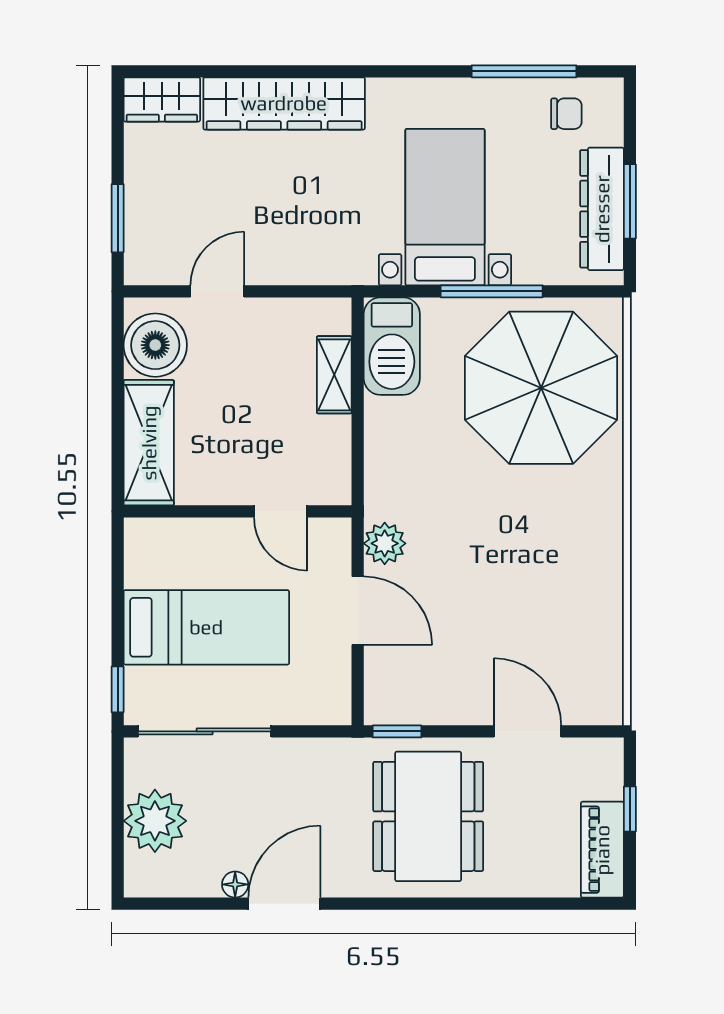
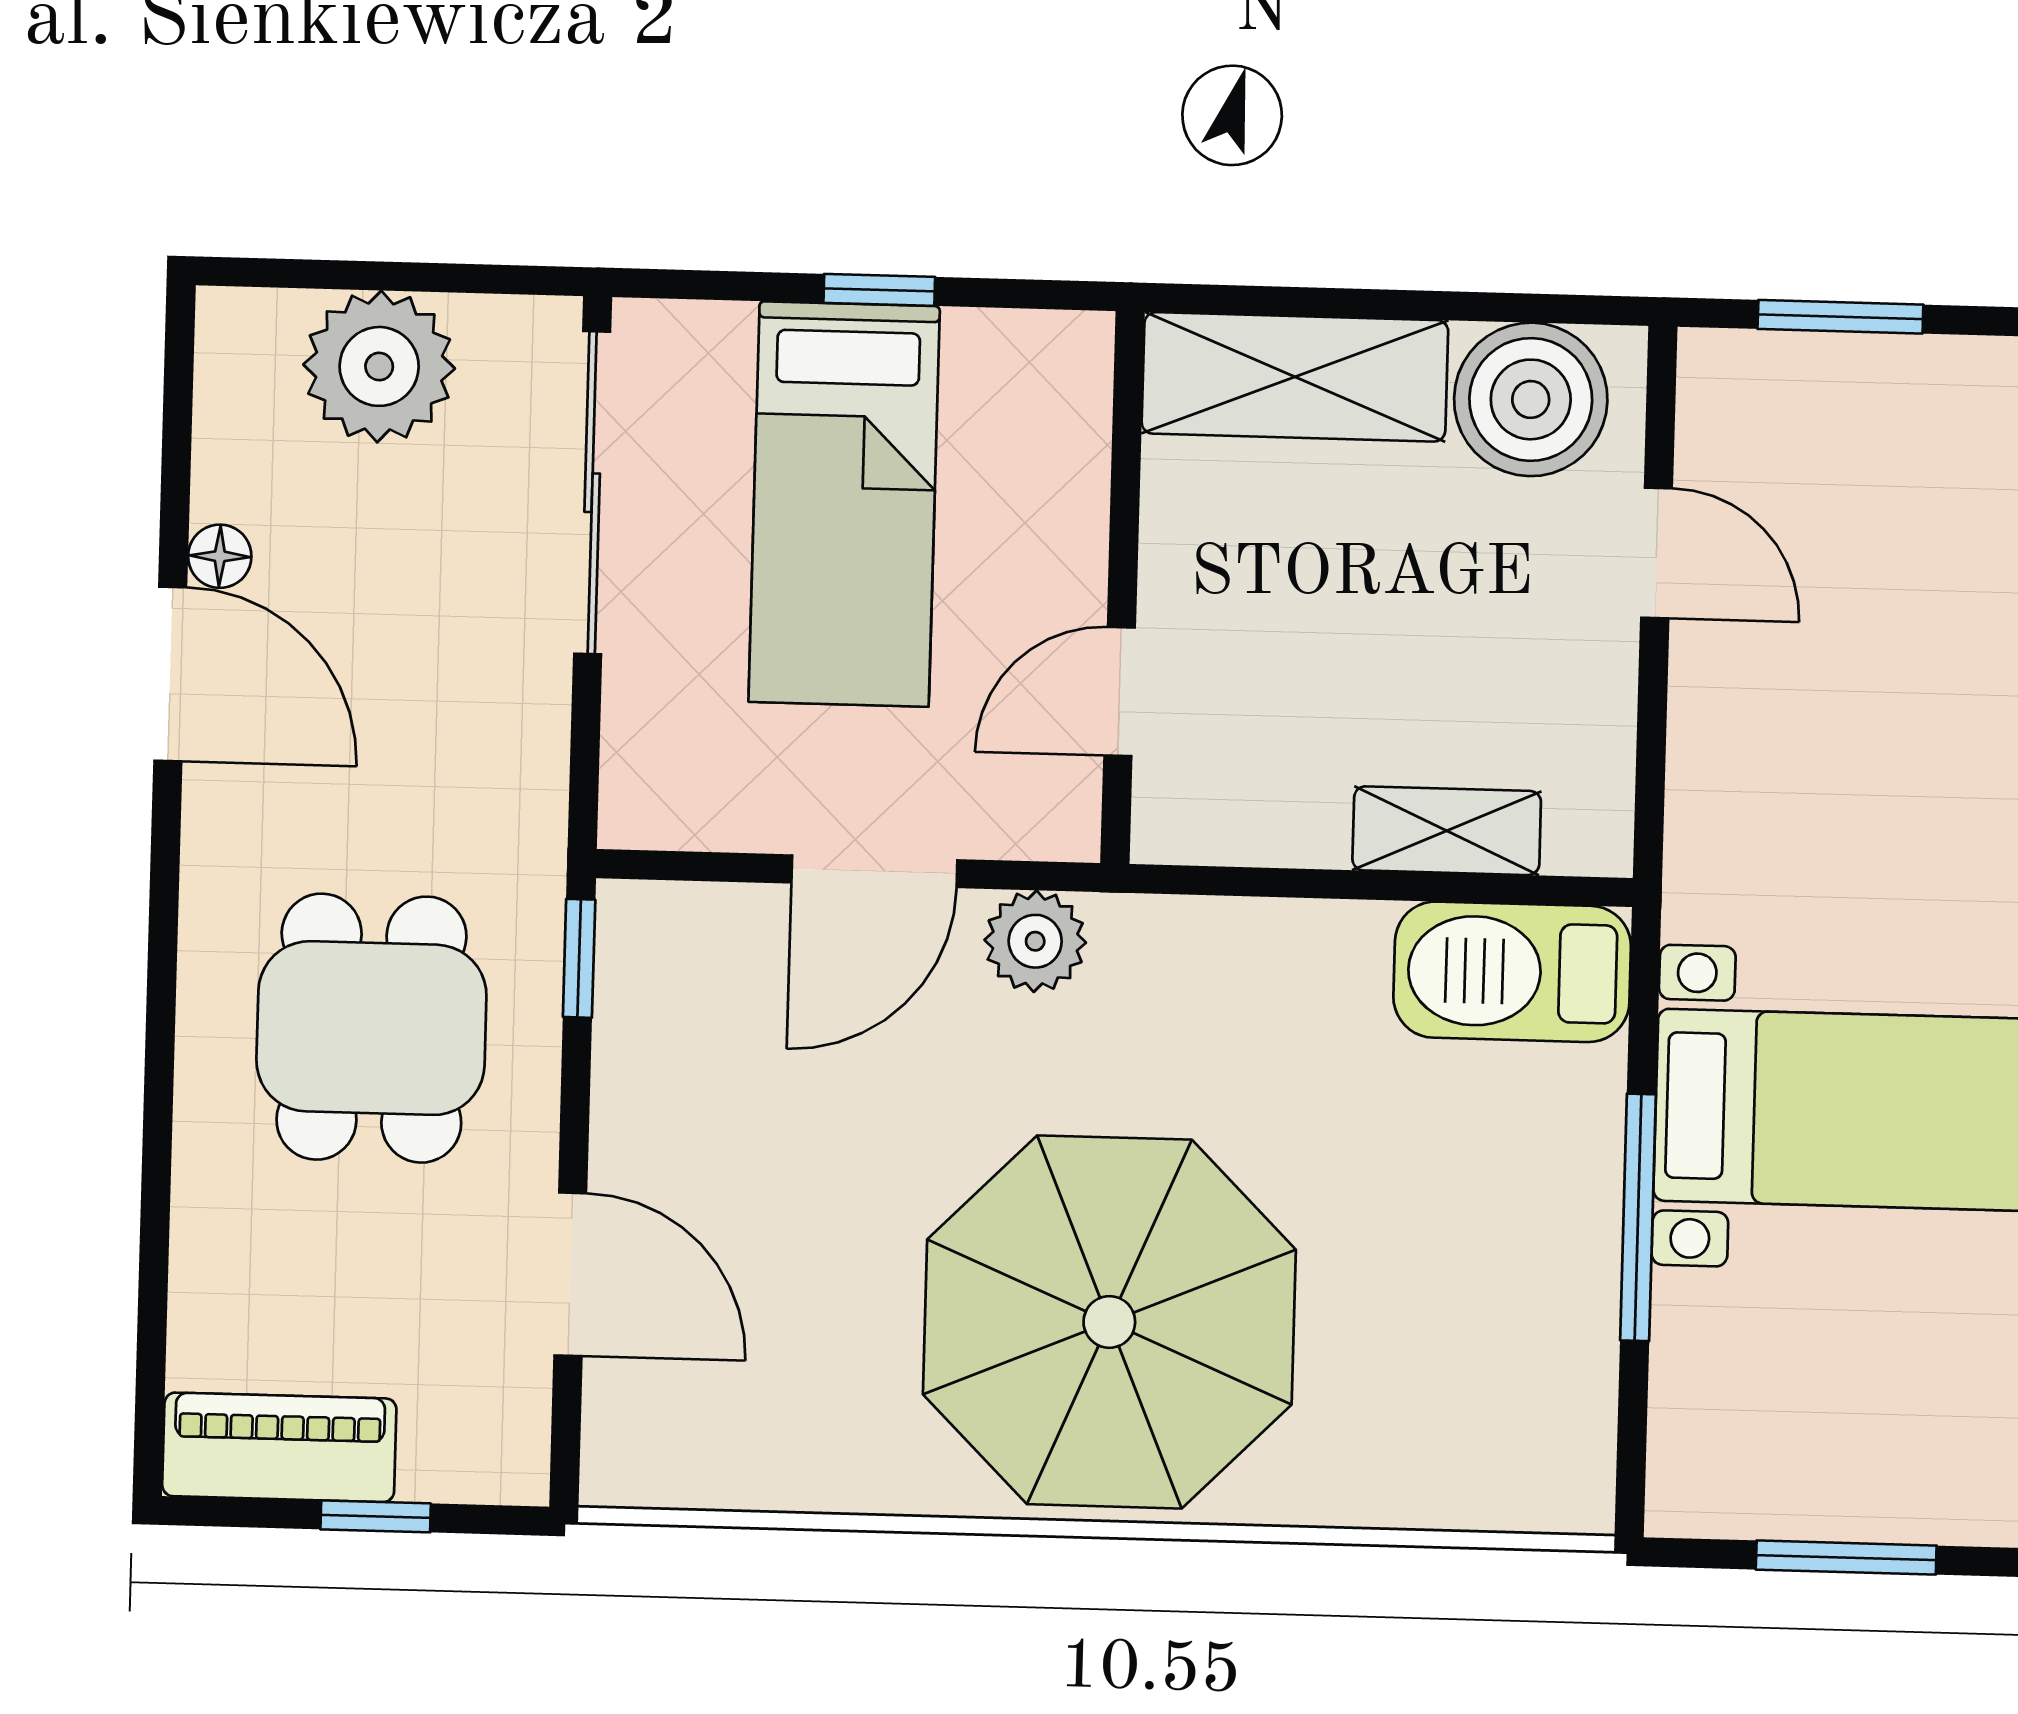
dresser: (602, 209) -> (1830, 1490), removed
parasol: (541, 388) -> (1109, 1322), moved
window: (118, 689) -> (879, 290), moved
door: (528, 731) -> (570, 1274), hinge flipped
dining table: (428, 816) -> (371, 1028), width x0.73

